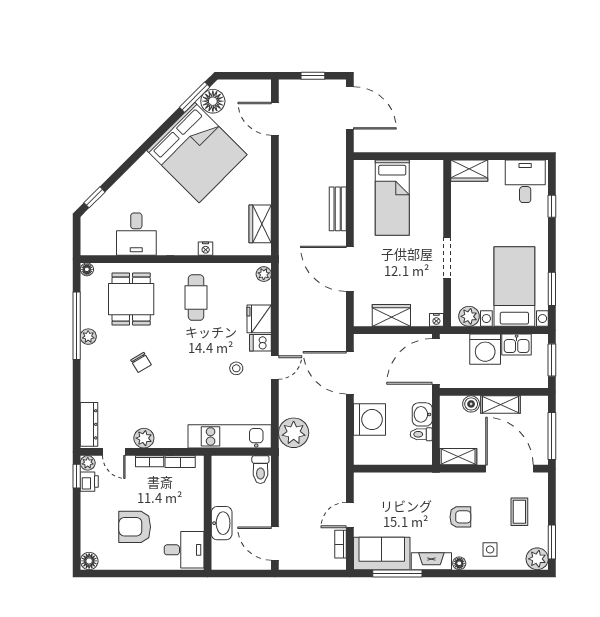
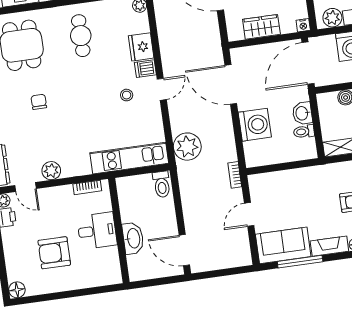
chair: (141, 362) -> (39, 102), turned -149
bookcase: (150, 461) -> (59, 191), removed
bookcase: (340, 544) -> (235, 175), moved
desk: (184, 550) -> (97, 231), moved

